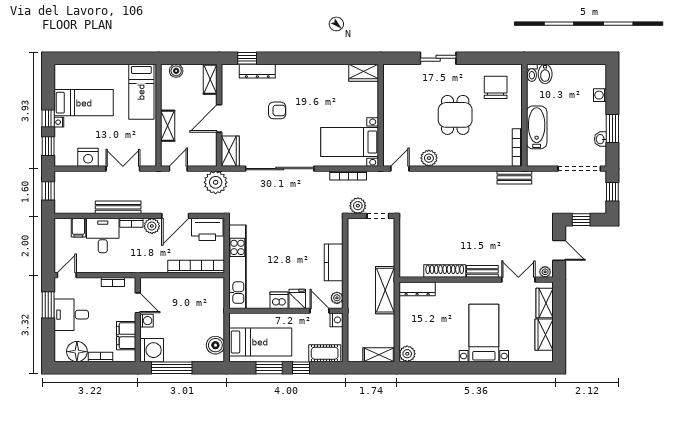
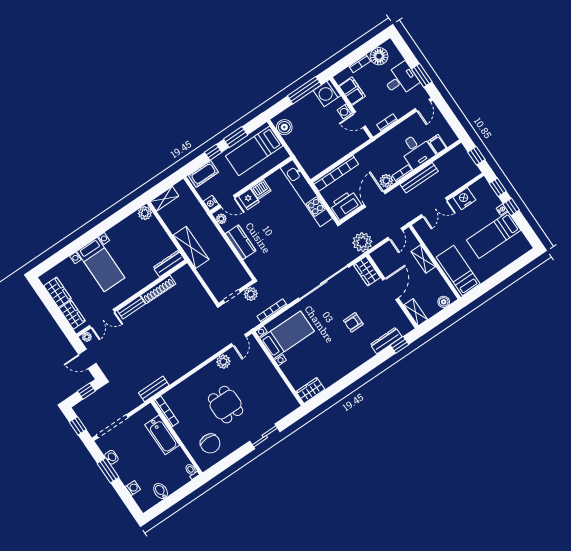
bidet: (545, 74) -> (161, 491), moved

